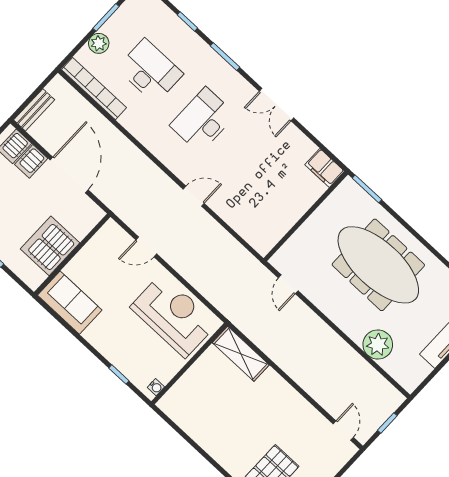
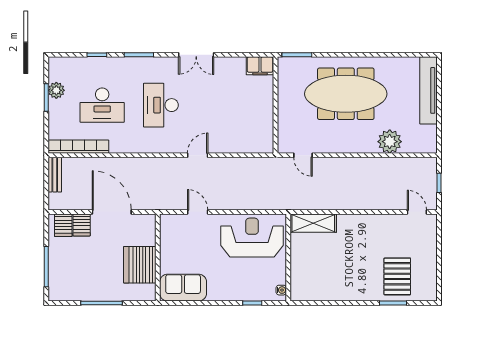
plant: (99, 43) -> (56, 90), moved
desk: (150, 71) -> (102, 105), turned 180
bench: (34, 110) -> (55, 175), moved
door: (146, 247) -> (198, 212), swing flipped

